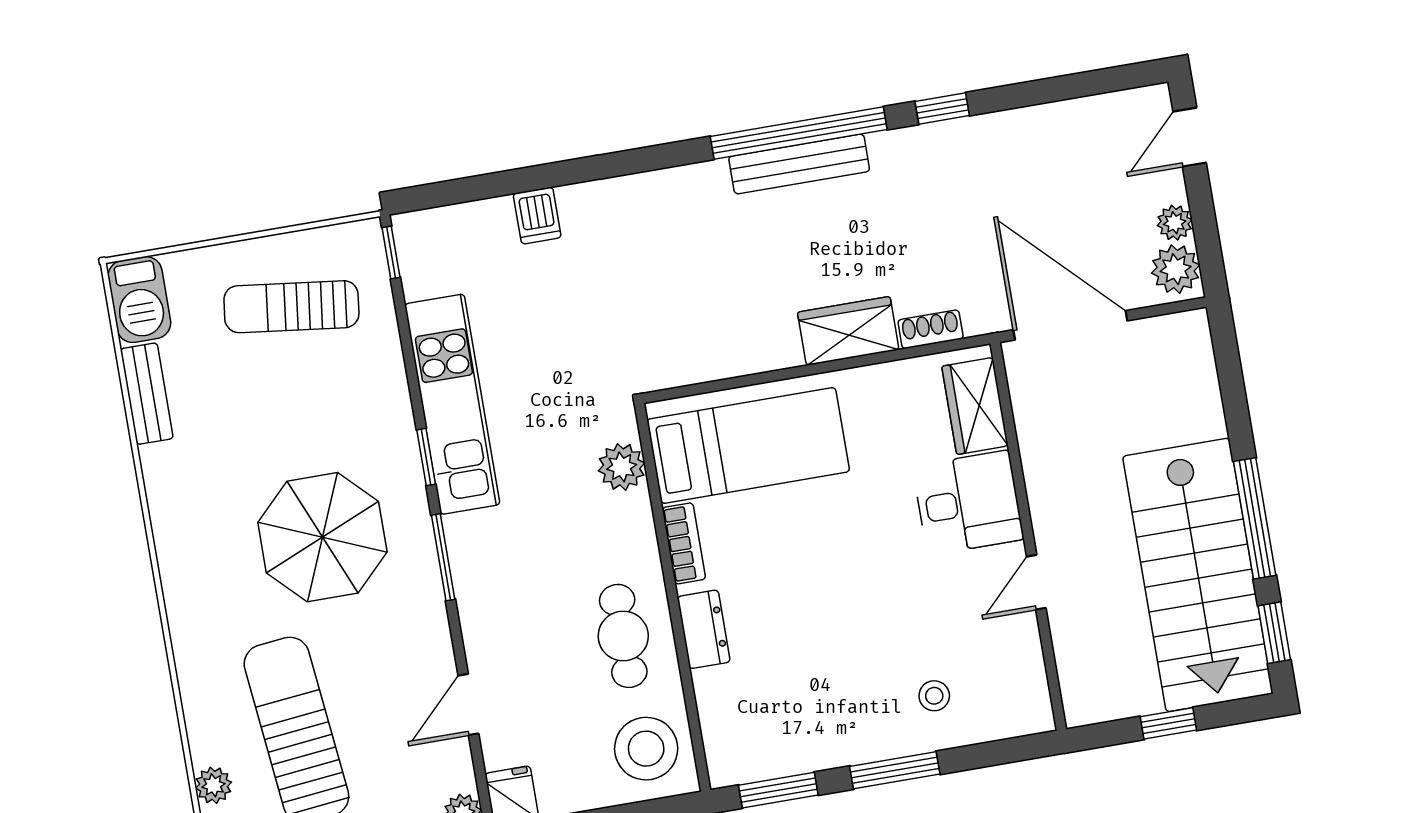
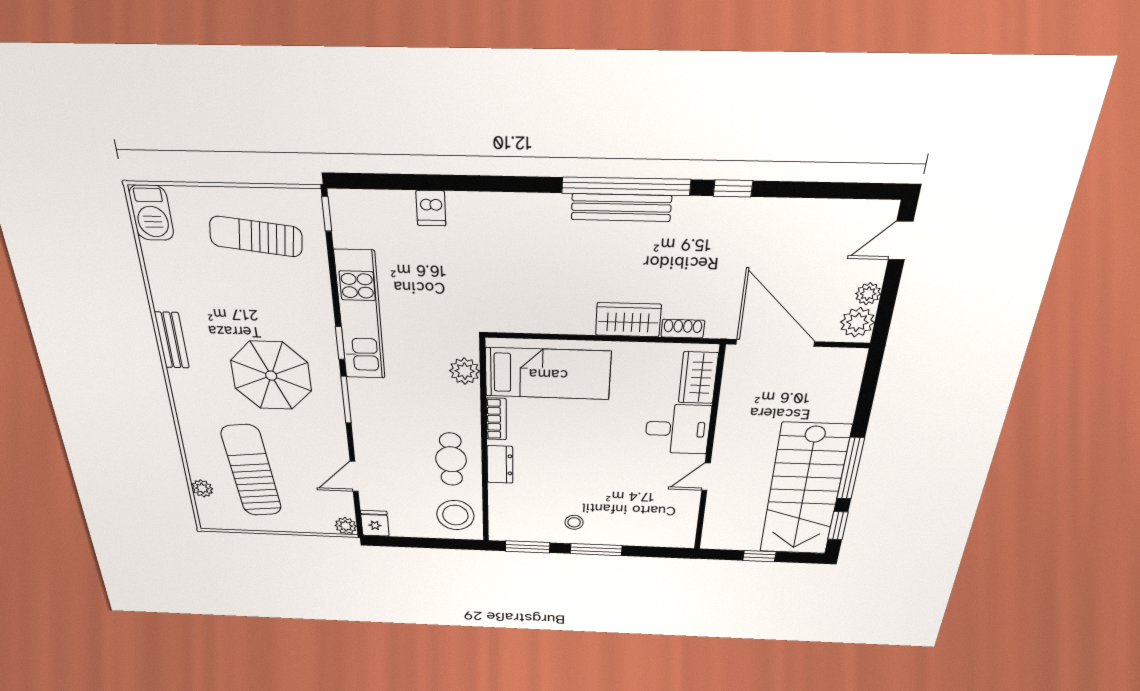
bench: (147, 394) -> (172, 340), moved
stool: (934, 696) -> (574, 522), moved

